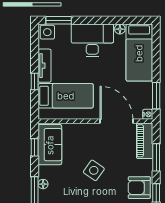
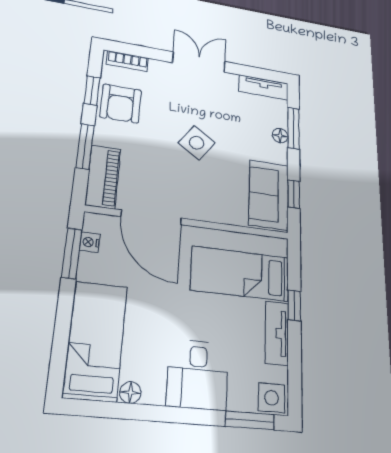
desk: (92, 40) -> (198, 375), width x0.73
nightstand: (148, 114) -> (90, 242), moved
armchair: (139, 188) -> (121, 104), turned 90

